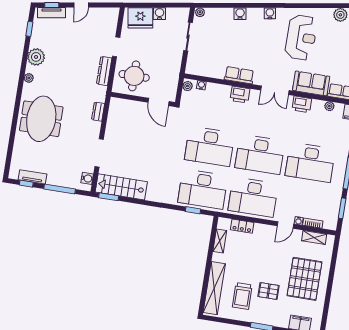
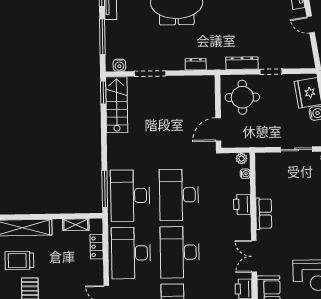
printer: (240, 95) -> (242, 204), moved
window: (193, 210) -> (105, 189), width x2.17

